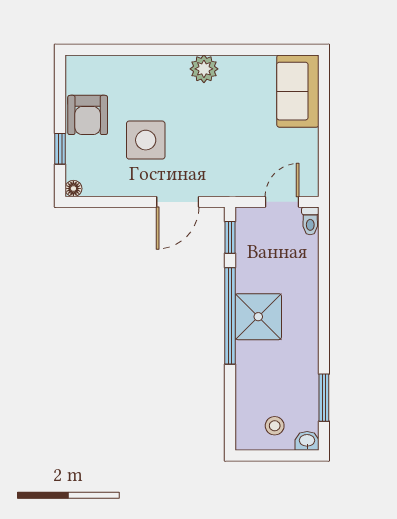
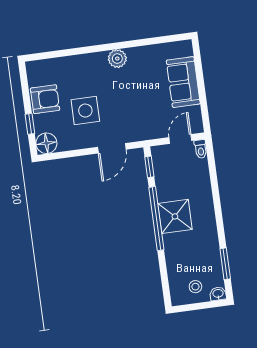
sofa: (298, 91) -> (183, 82), moved
armchair: (88, 115) -> (45, 99), turned -90
floor lamp: (73, 189) -> (46, 143), width x1.89, depth x1.89

